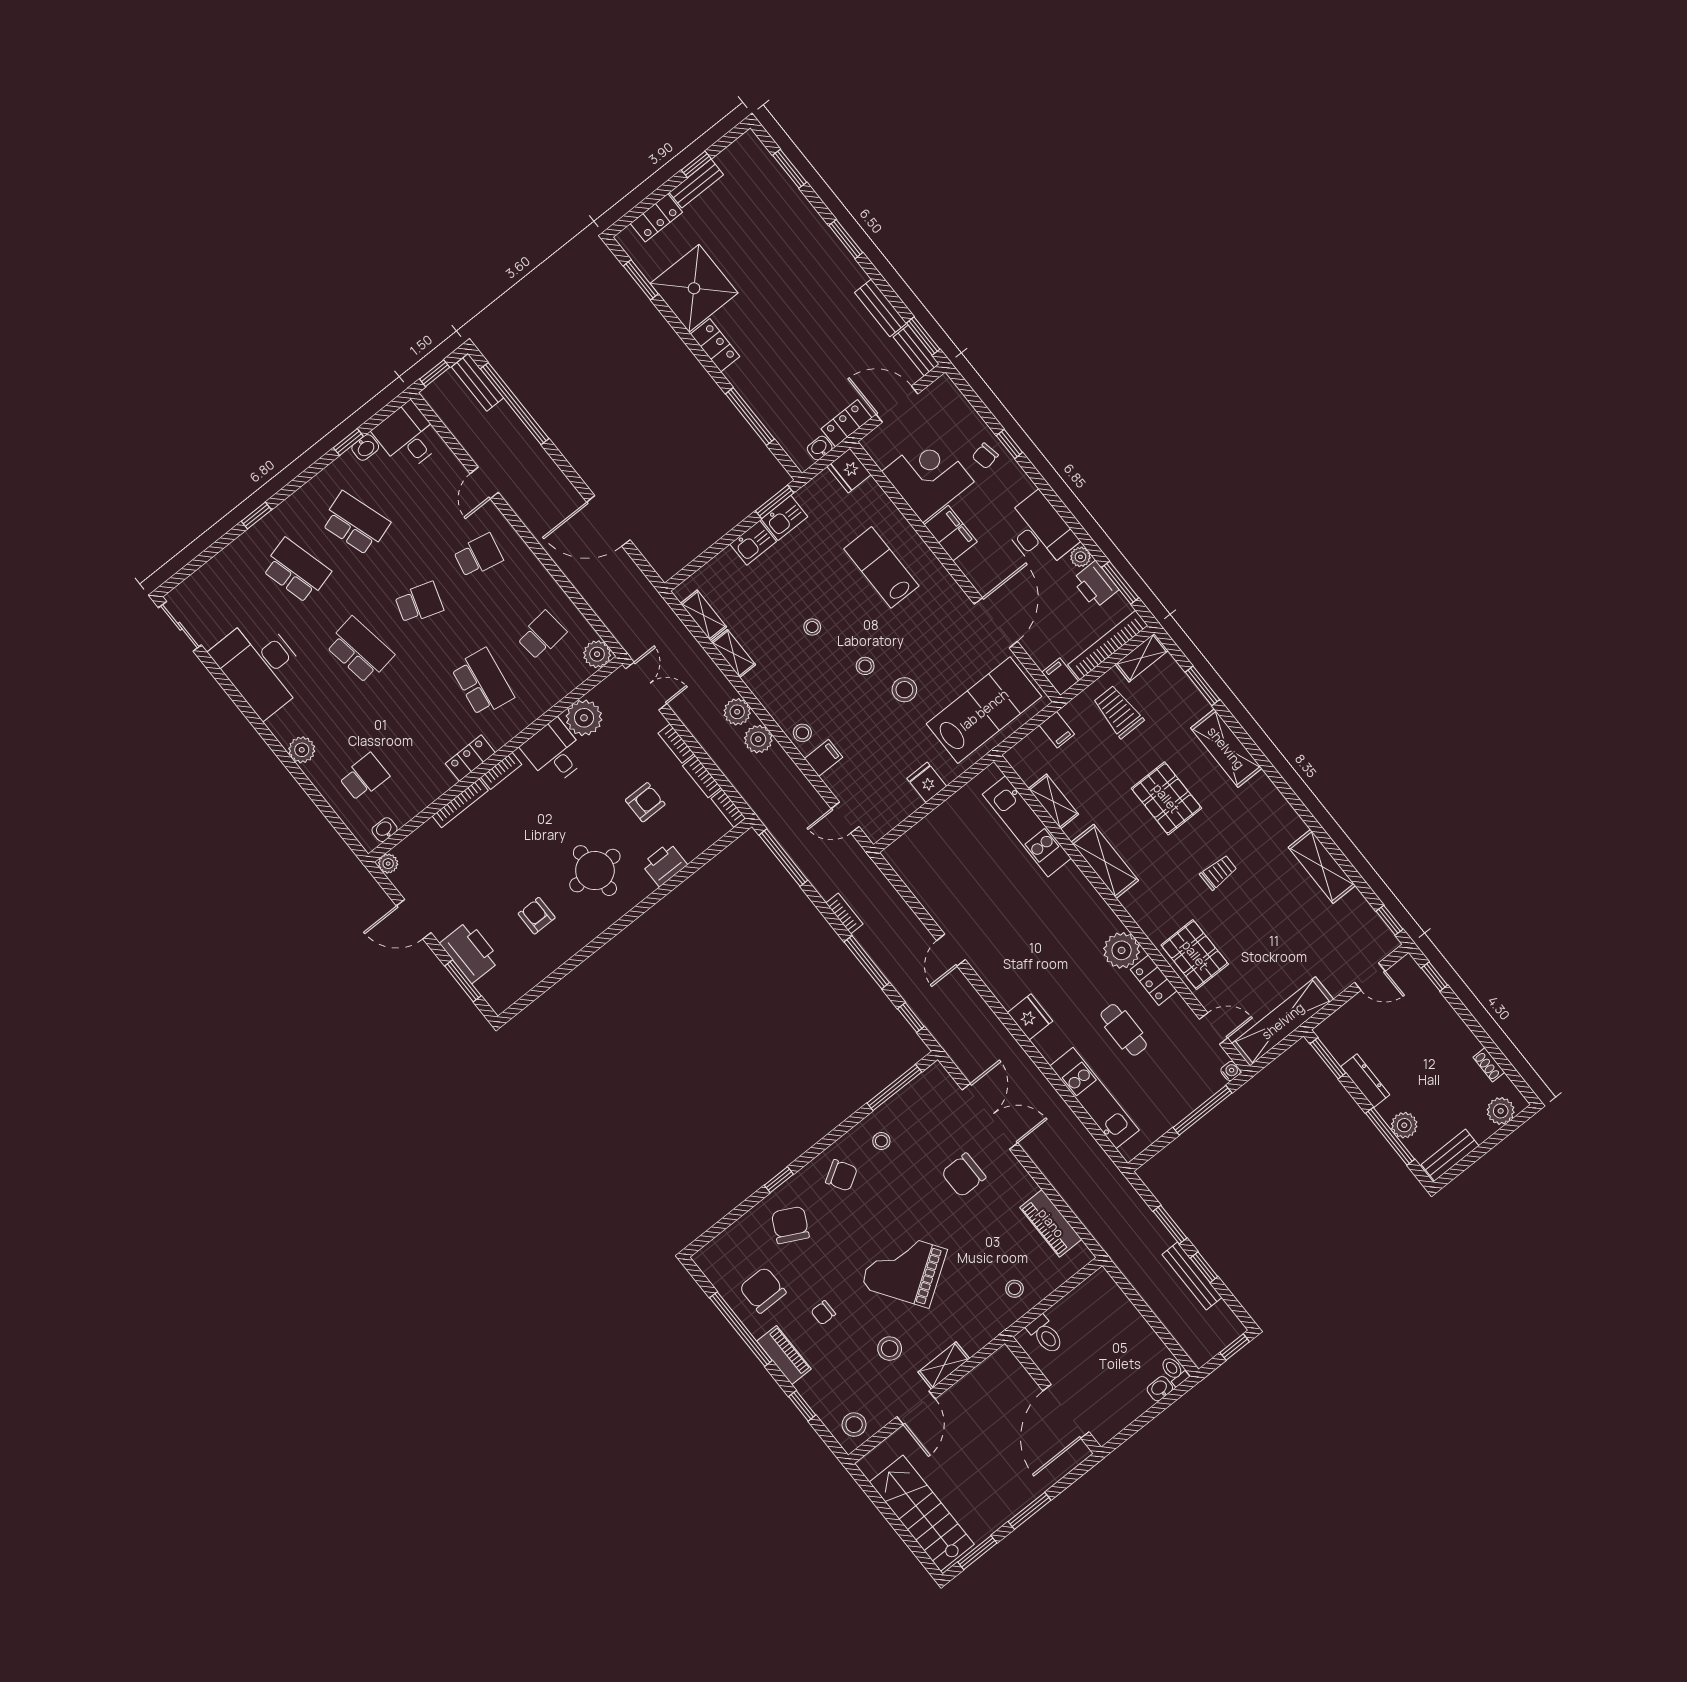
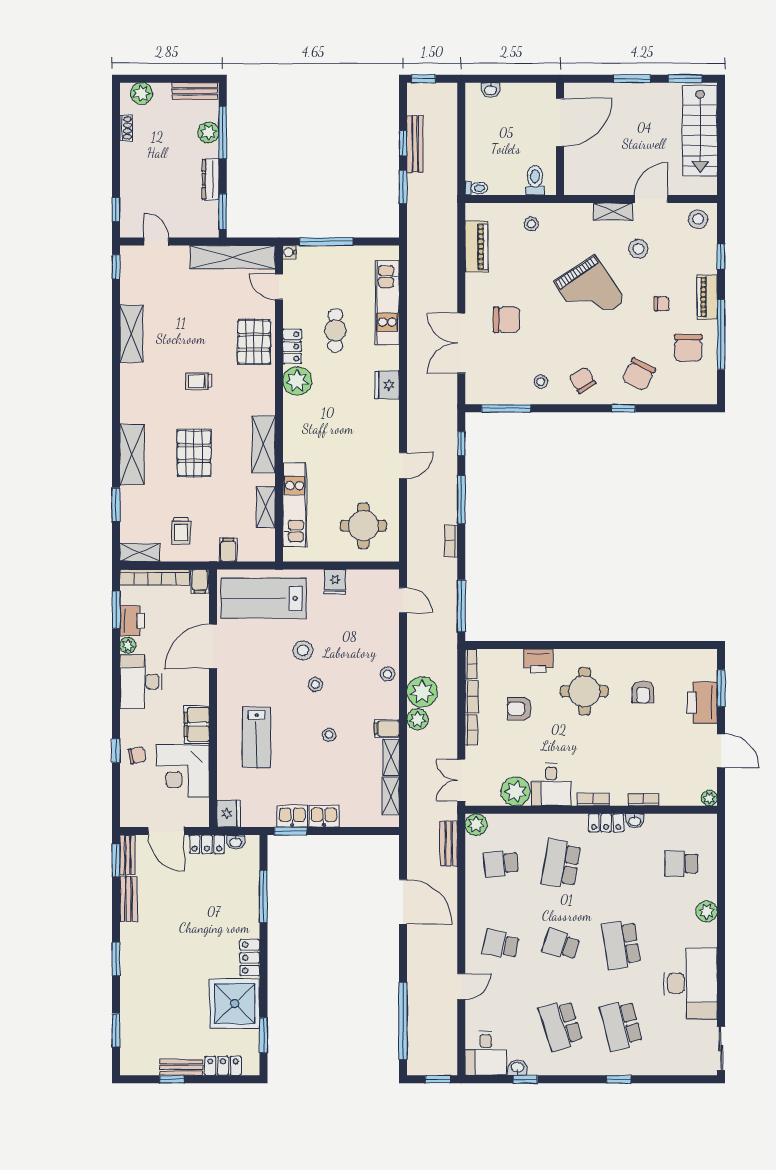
bench: (478, 382) -> (449, 844), moved
trolley: (1118, 712) -> (181, 531), width x0.73, depth x0.72
plant: (758, 739) -> (422, 692), width x1.36, depth x1.36
filing cabinet: (824, 758) -> (387, 728), moved
bookcase: (460, 803) -> (643, 800), width x0.64
washbasin: (385, 830) -> (635, 821), moved
round table: (943, 860) -> (363, 526), added
toilet: (1174, 1371) -> (476, 188), moved, turned -90

